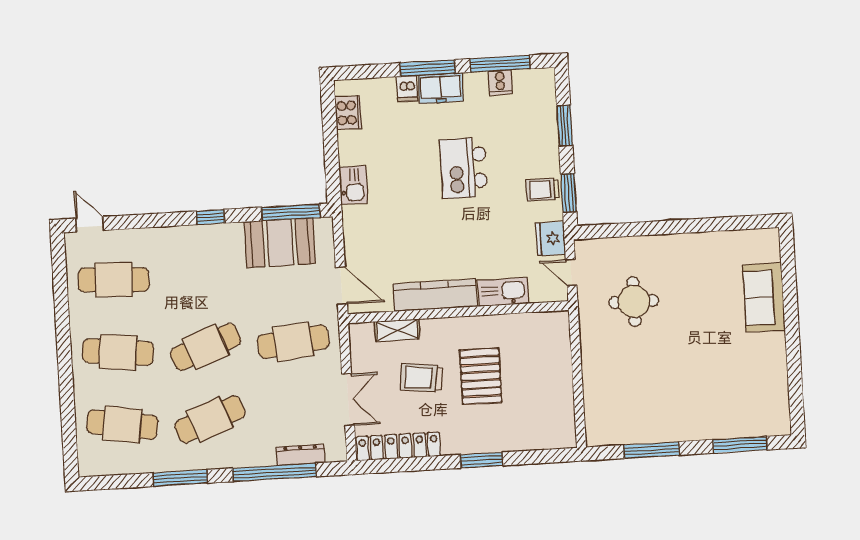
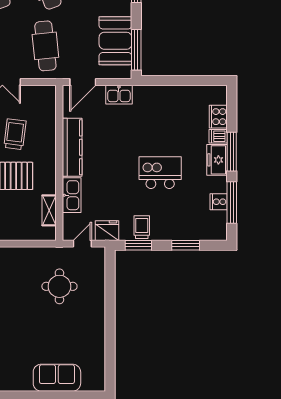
cooker: (348, 113) -> (218, 117), moved, turned 90
kitchen sink: (353, 185) -> (119, 95), moved
shelving: (397, 330) -> (49, 210), moved

